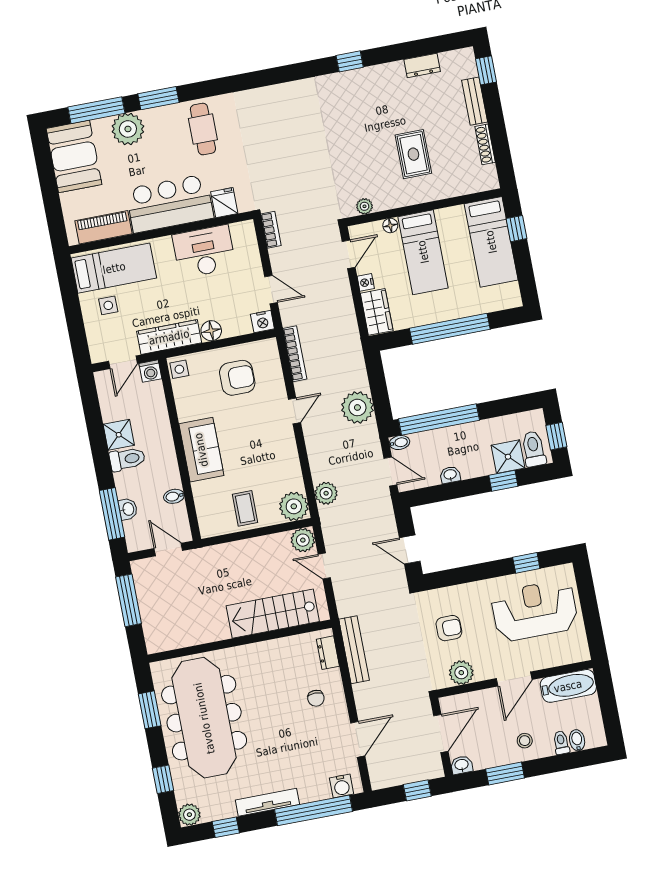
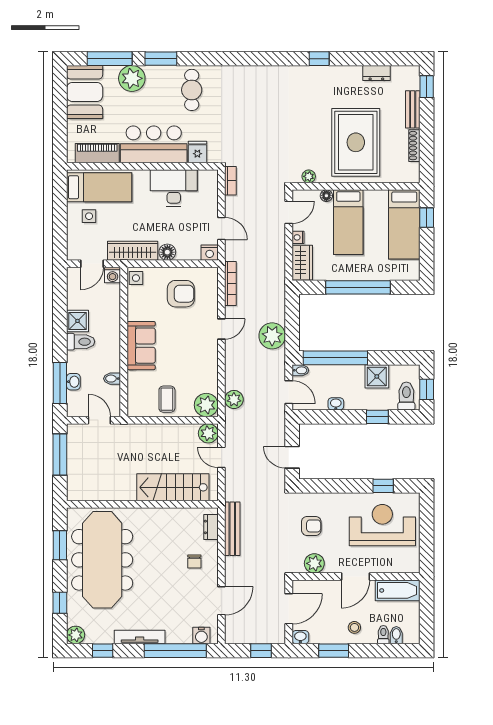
rug: (413, 154) -> (356, 142), width x1.86, depth x2.06
shower: (508, 457) -> (377, 376), moved

